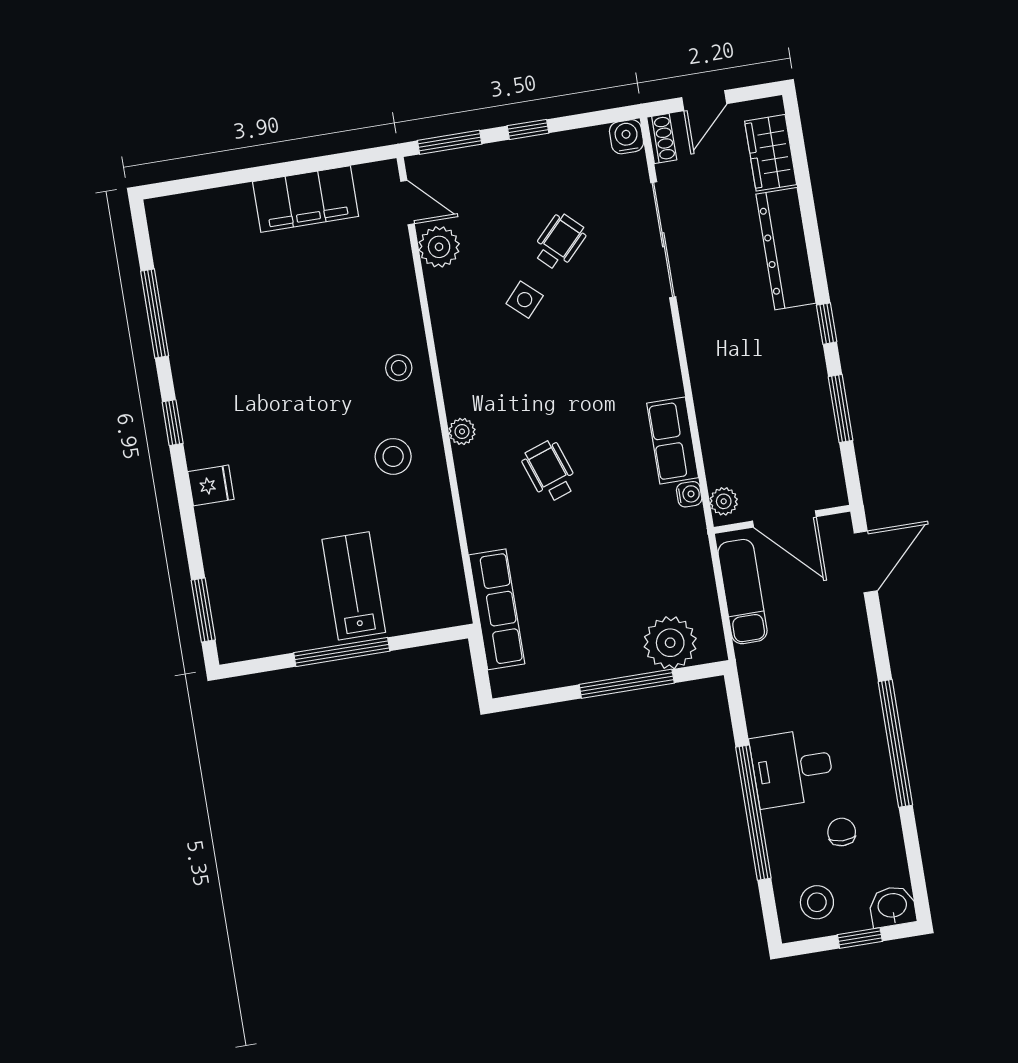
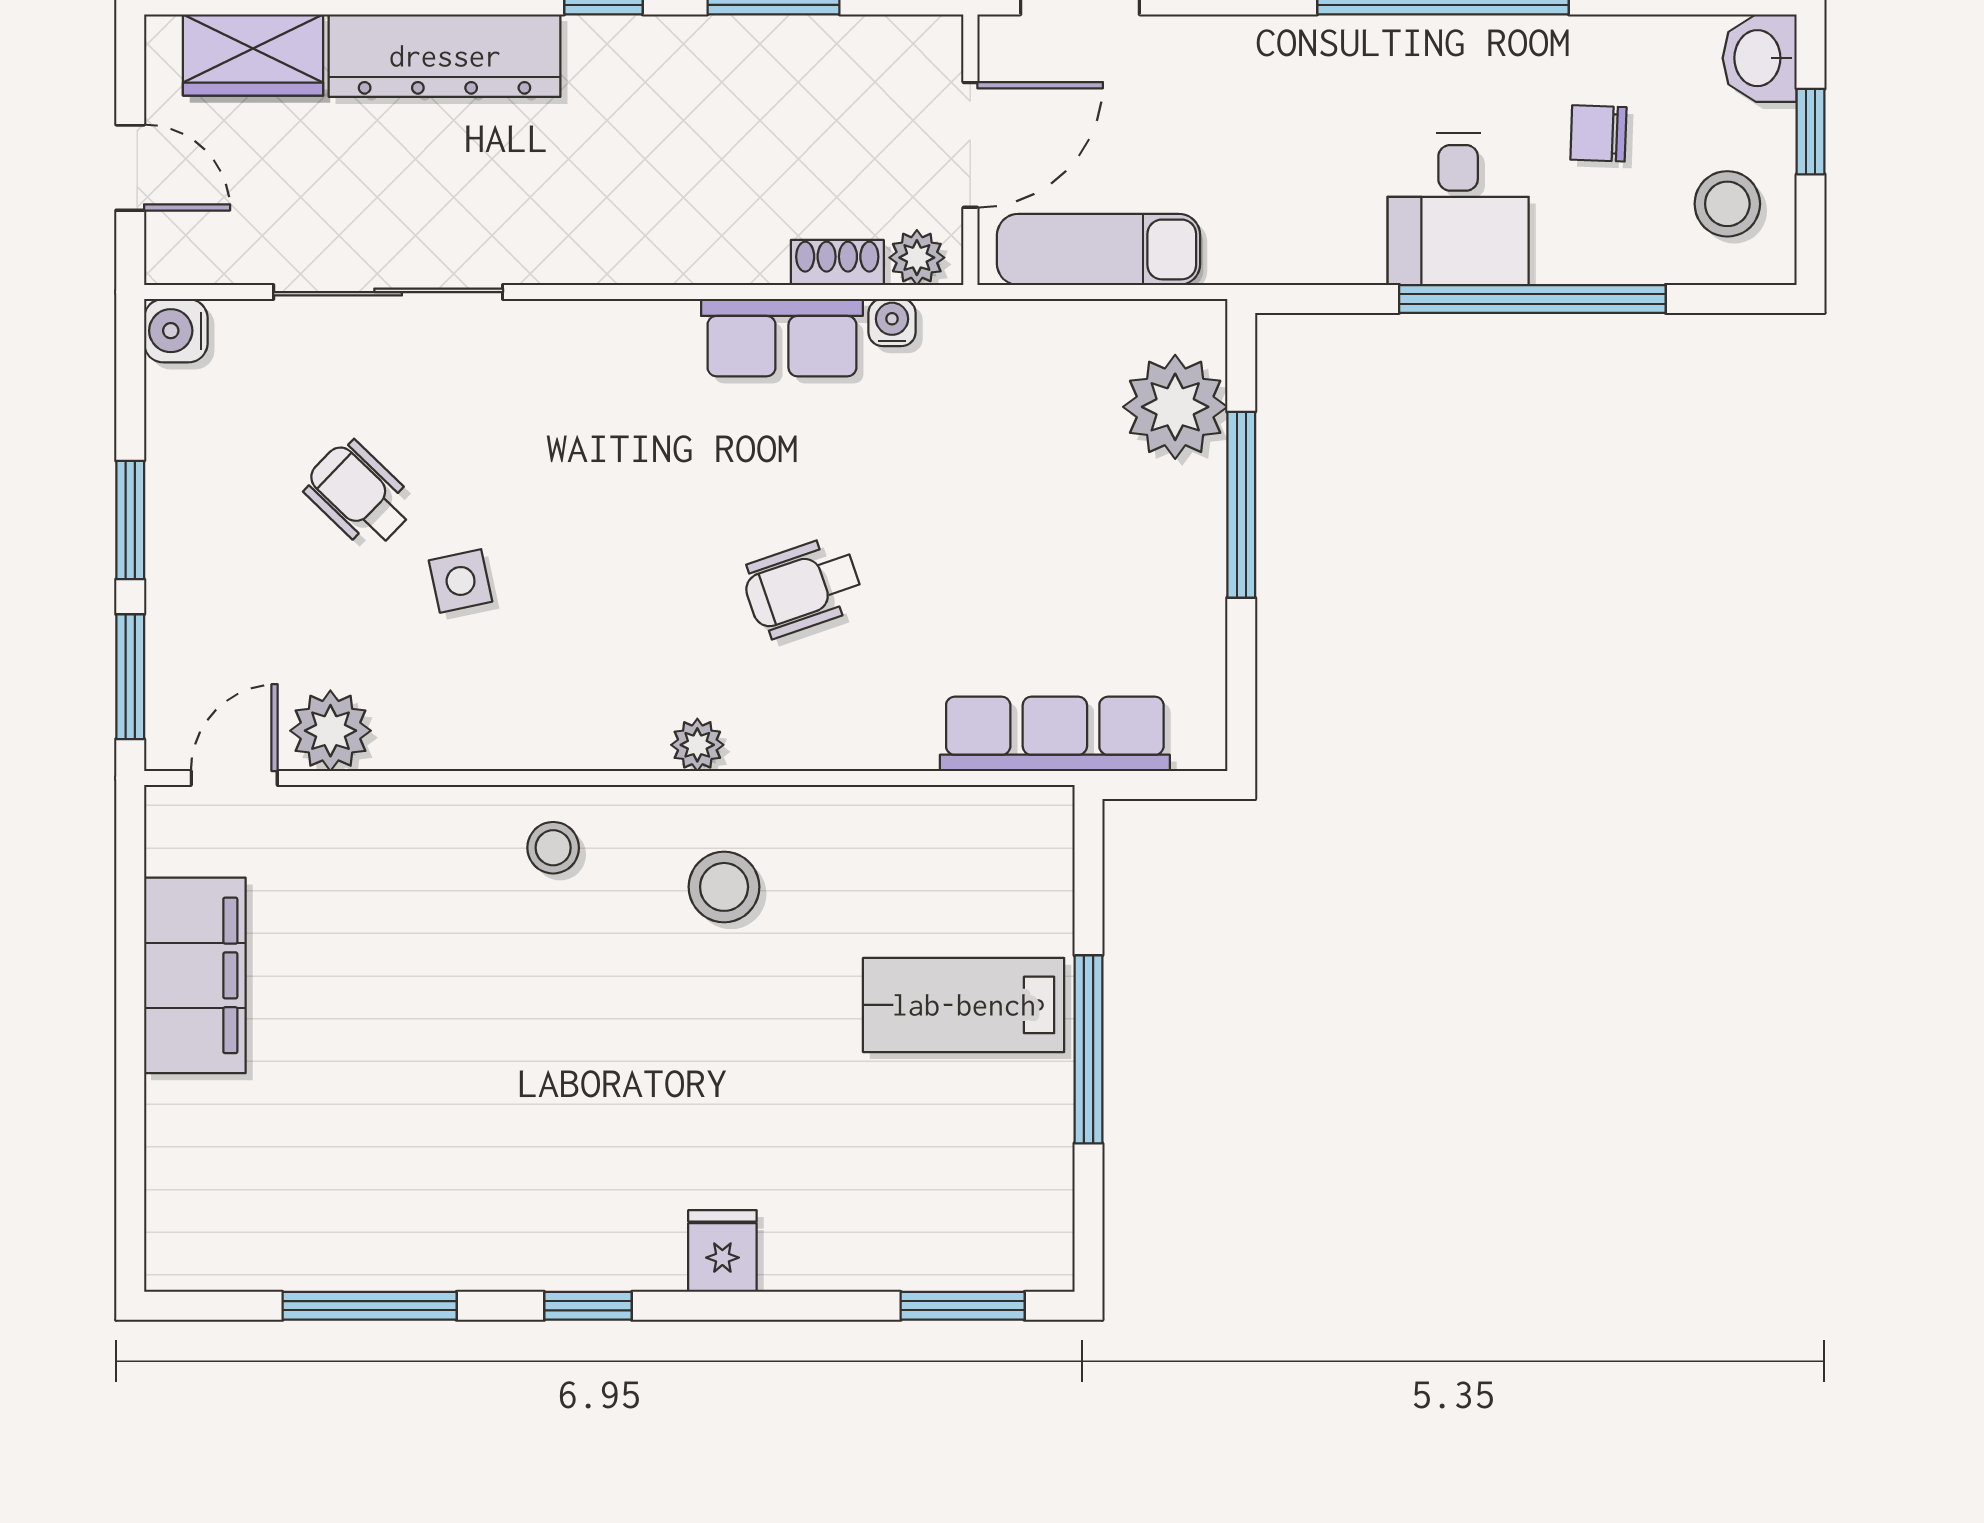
window: (528, 129) -> (130, 520), width x1.50
shoe rack: (662, 139) -> (837, 262), moved
side table: (525, 300) -> (461, 581), turned 36

